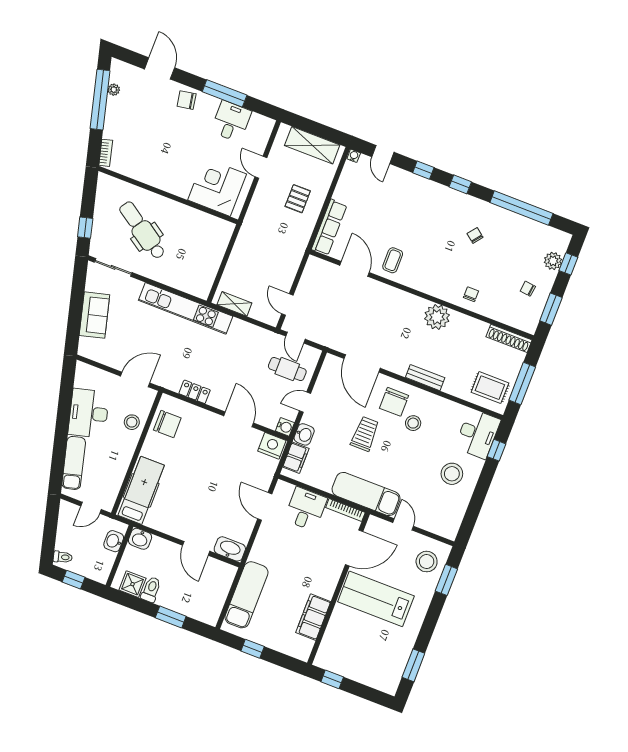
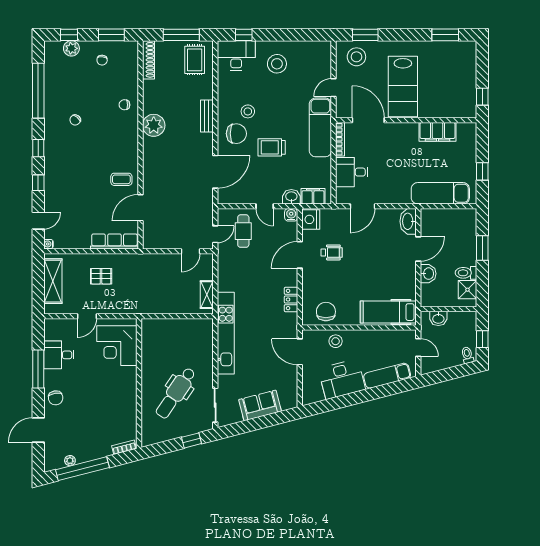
wheelchair: (228, 455) -> (332, 252), added
washbasin: (140, 539) -> (428, 274), moved

